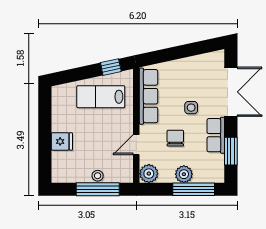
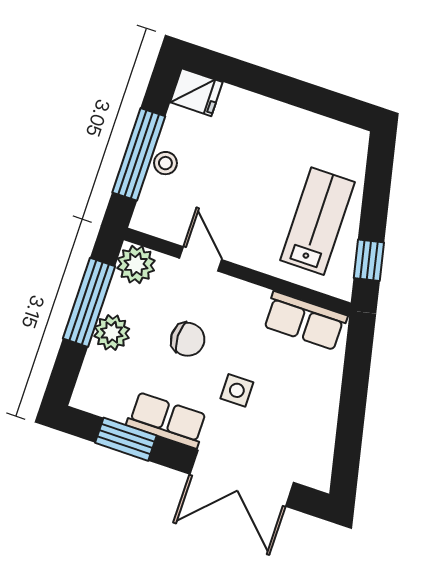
row of seats: (149, 96) -> (305, 321), width x0.68
fridge: (62, 141) -> (196, 92), moved, turned -90
window: (194, 189) -> (89, 302), moved

